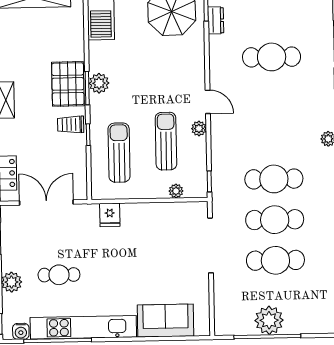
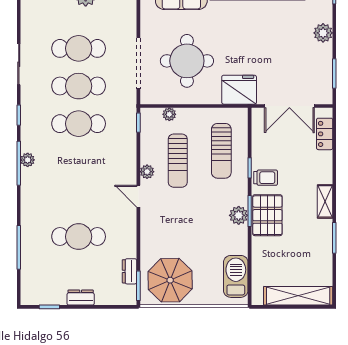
fridge: (110, 215) -> (239, 90), width x1.88, depth x1.34
round table: (158, 249) -> (187, 61), added
cafe table: (59, 275) -> (279, 39), removed

